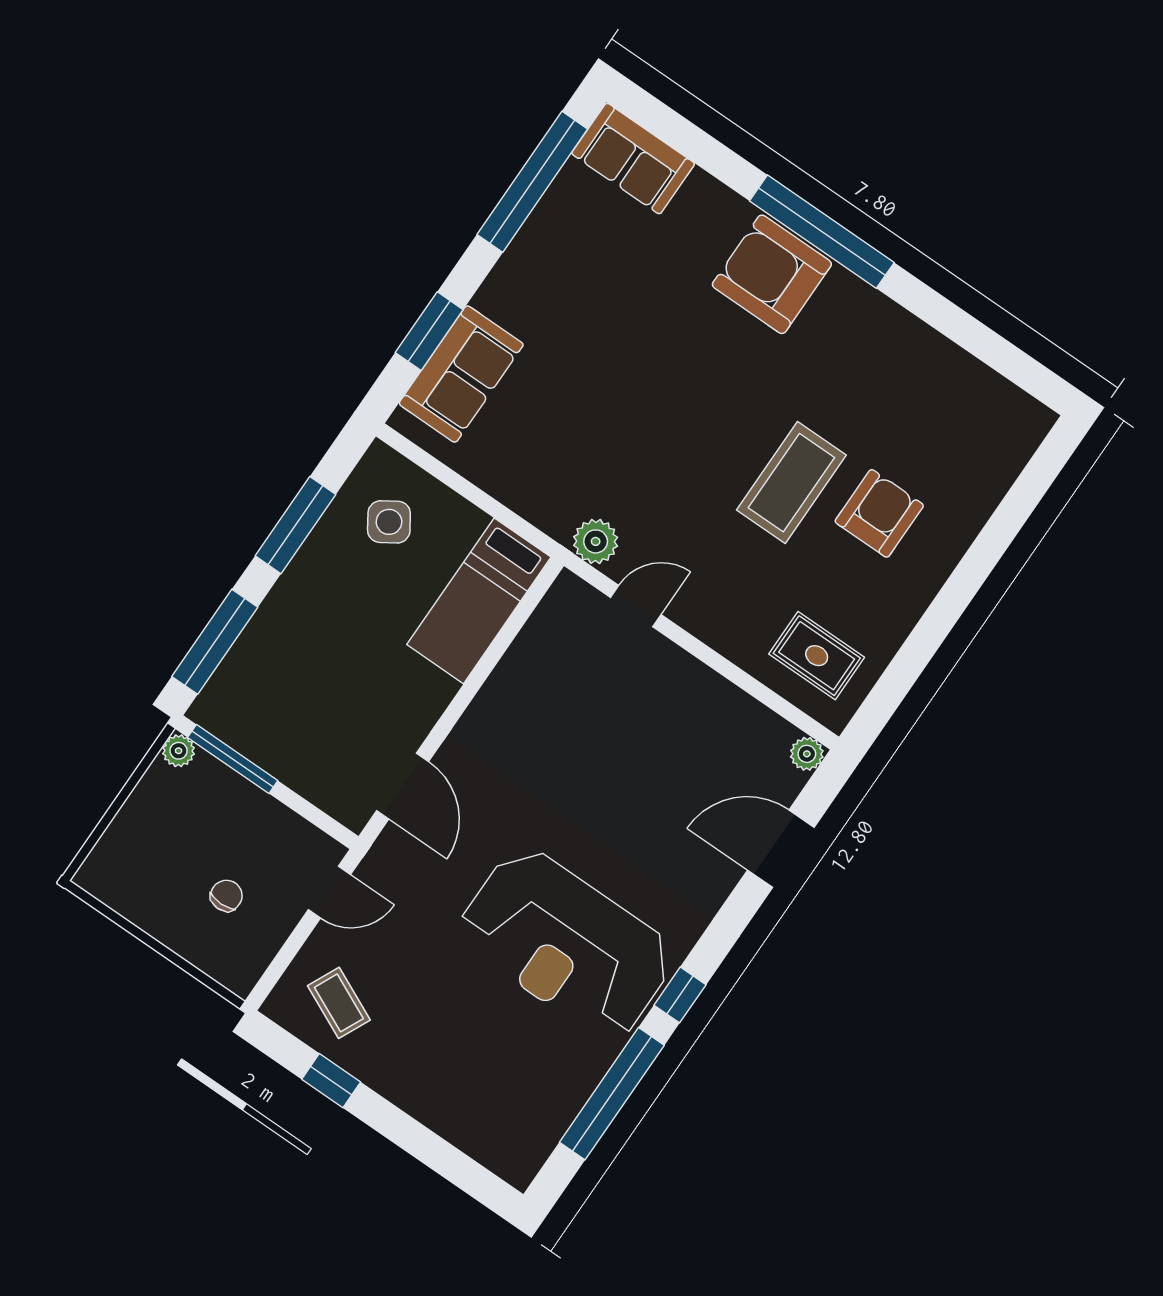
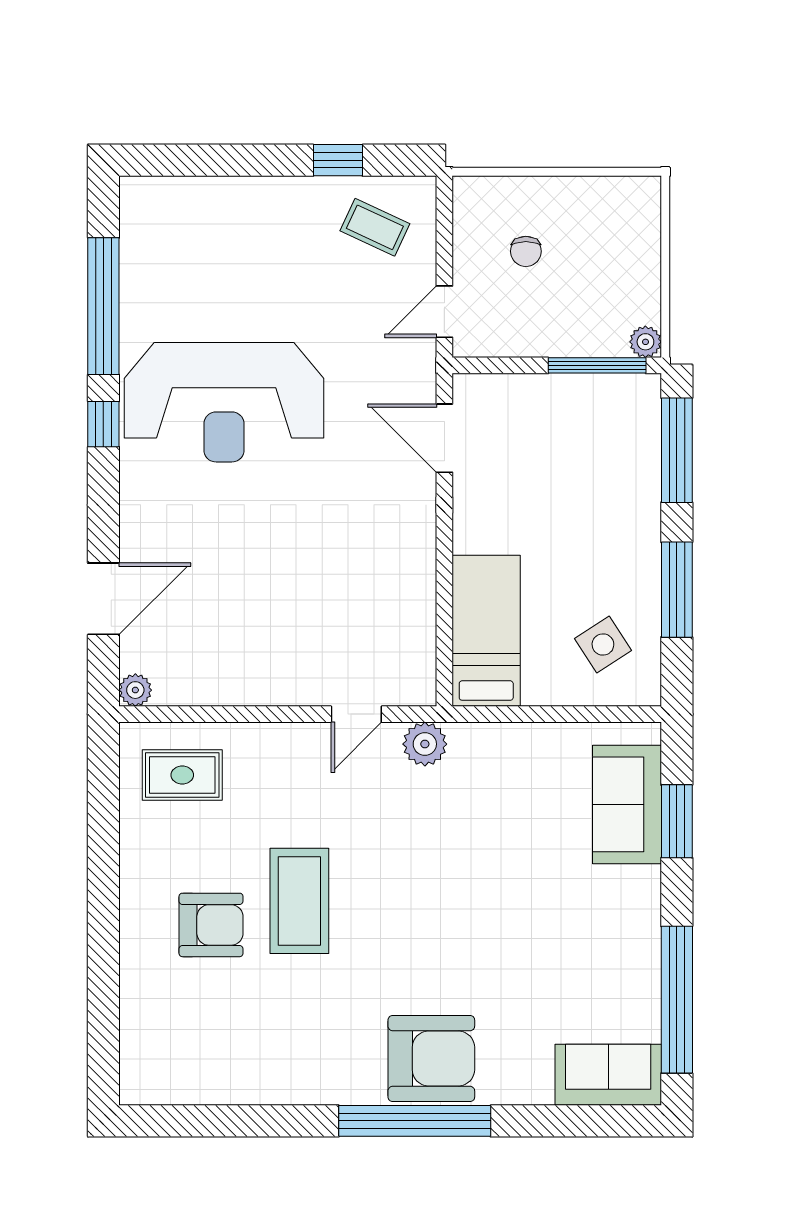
armchair: (879, 513) -> (211, 925), turned -90
reception desk: (566, 944) -> (224, 402), turned 180

